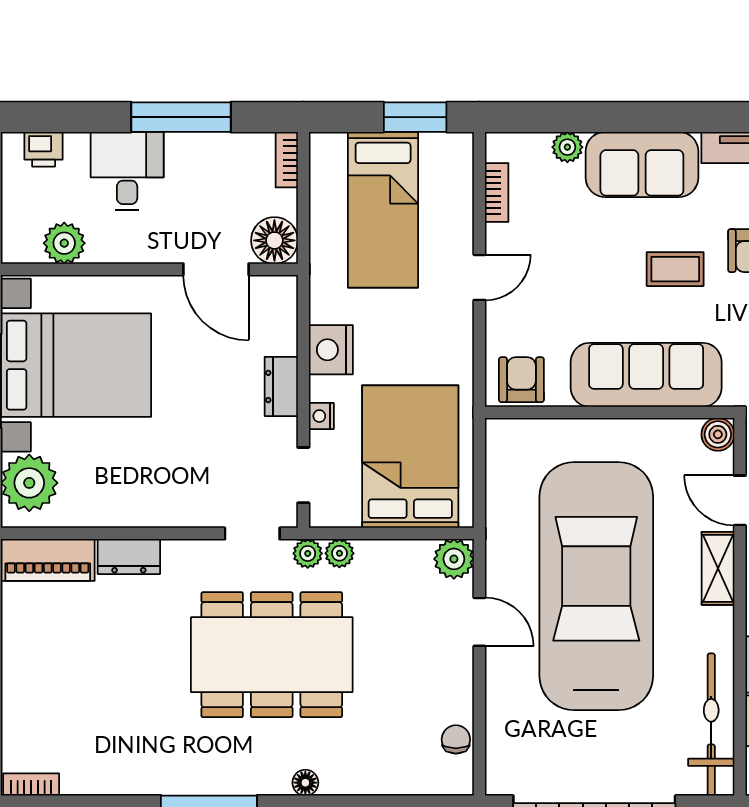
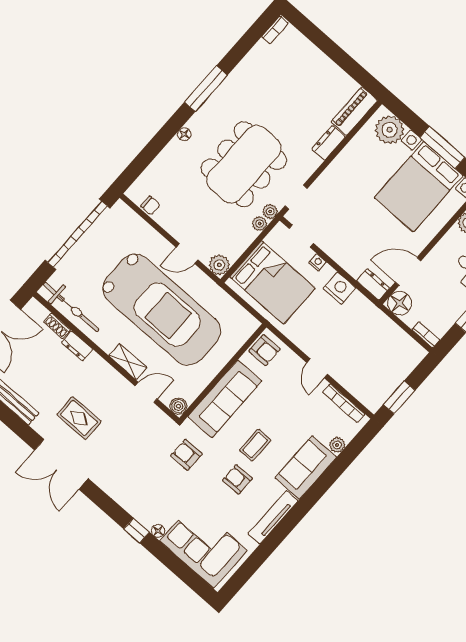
bookcase: (497, 192) -> (344, 403), width x1.56
bed: (383, 210) -> (375, 354), removed
dresser: (281, 386) -> (373, 284), moved

